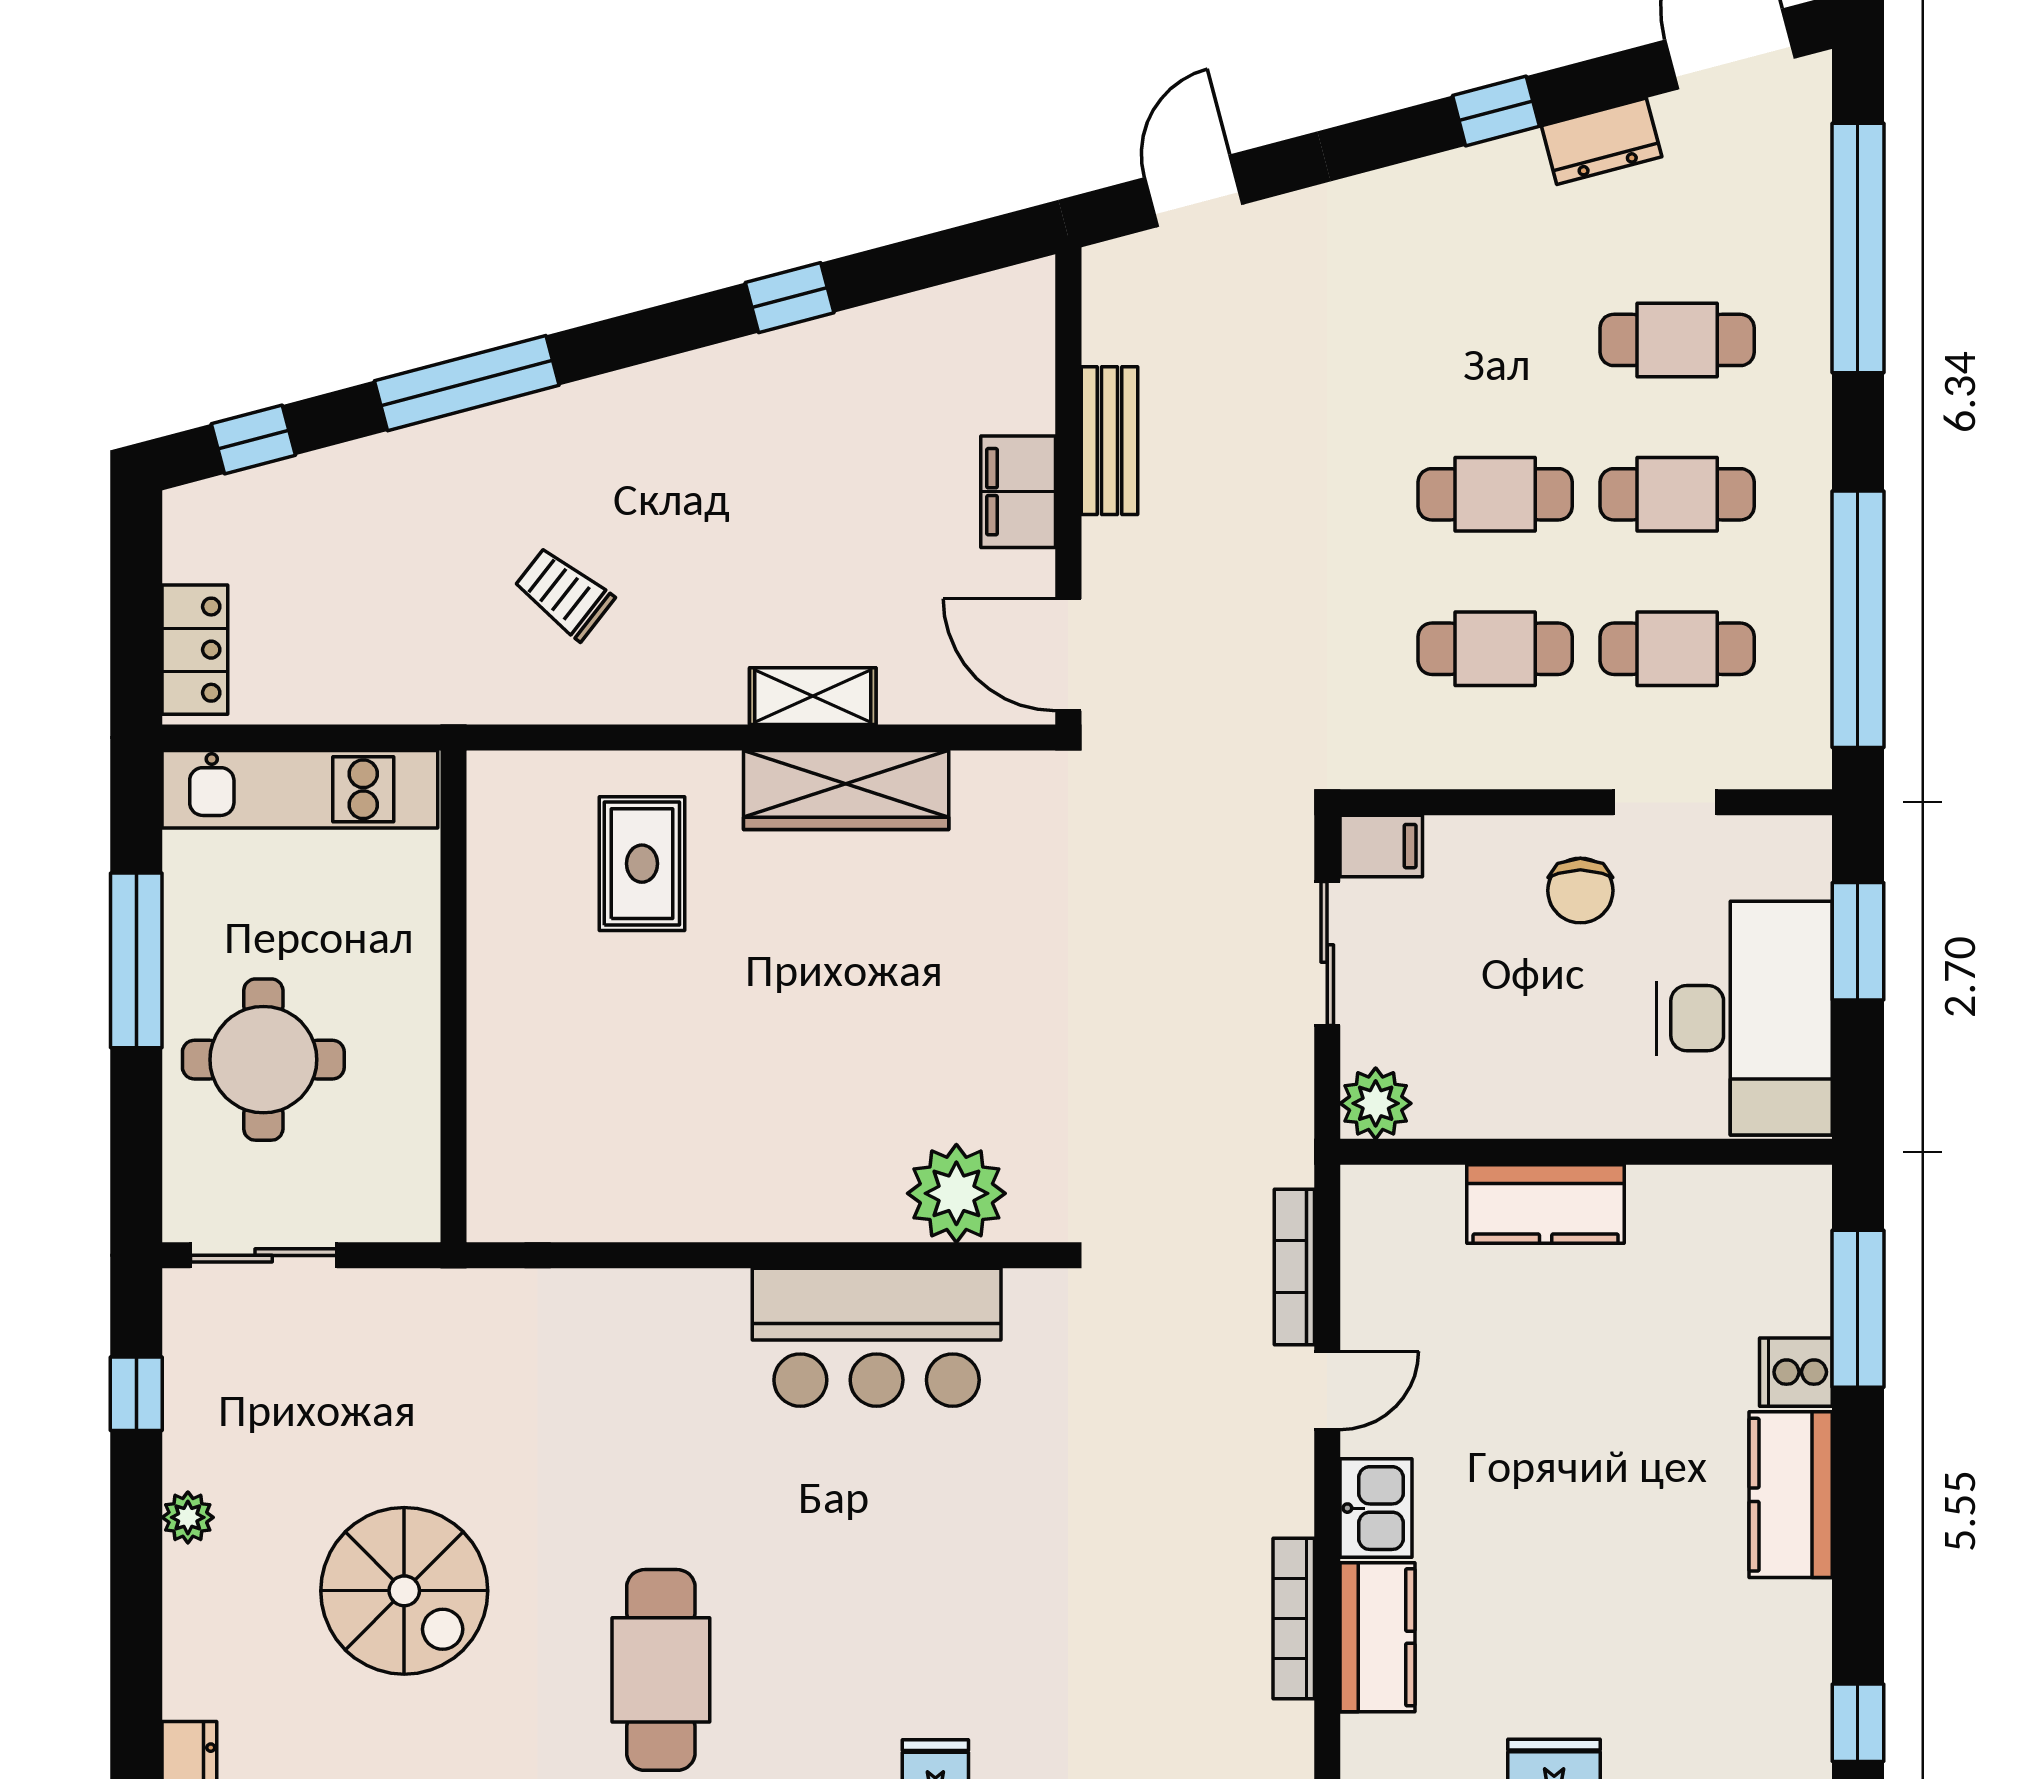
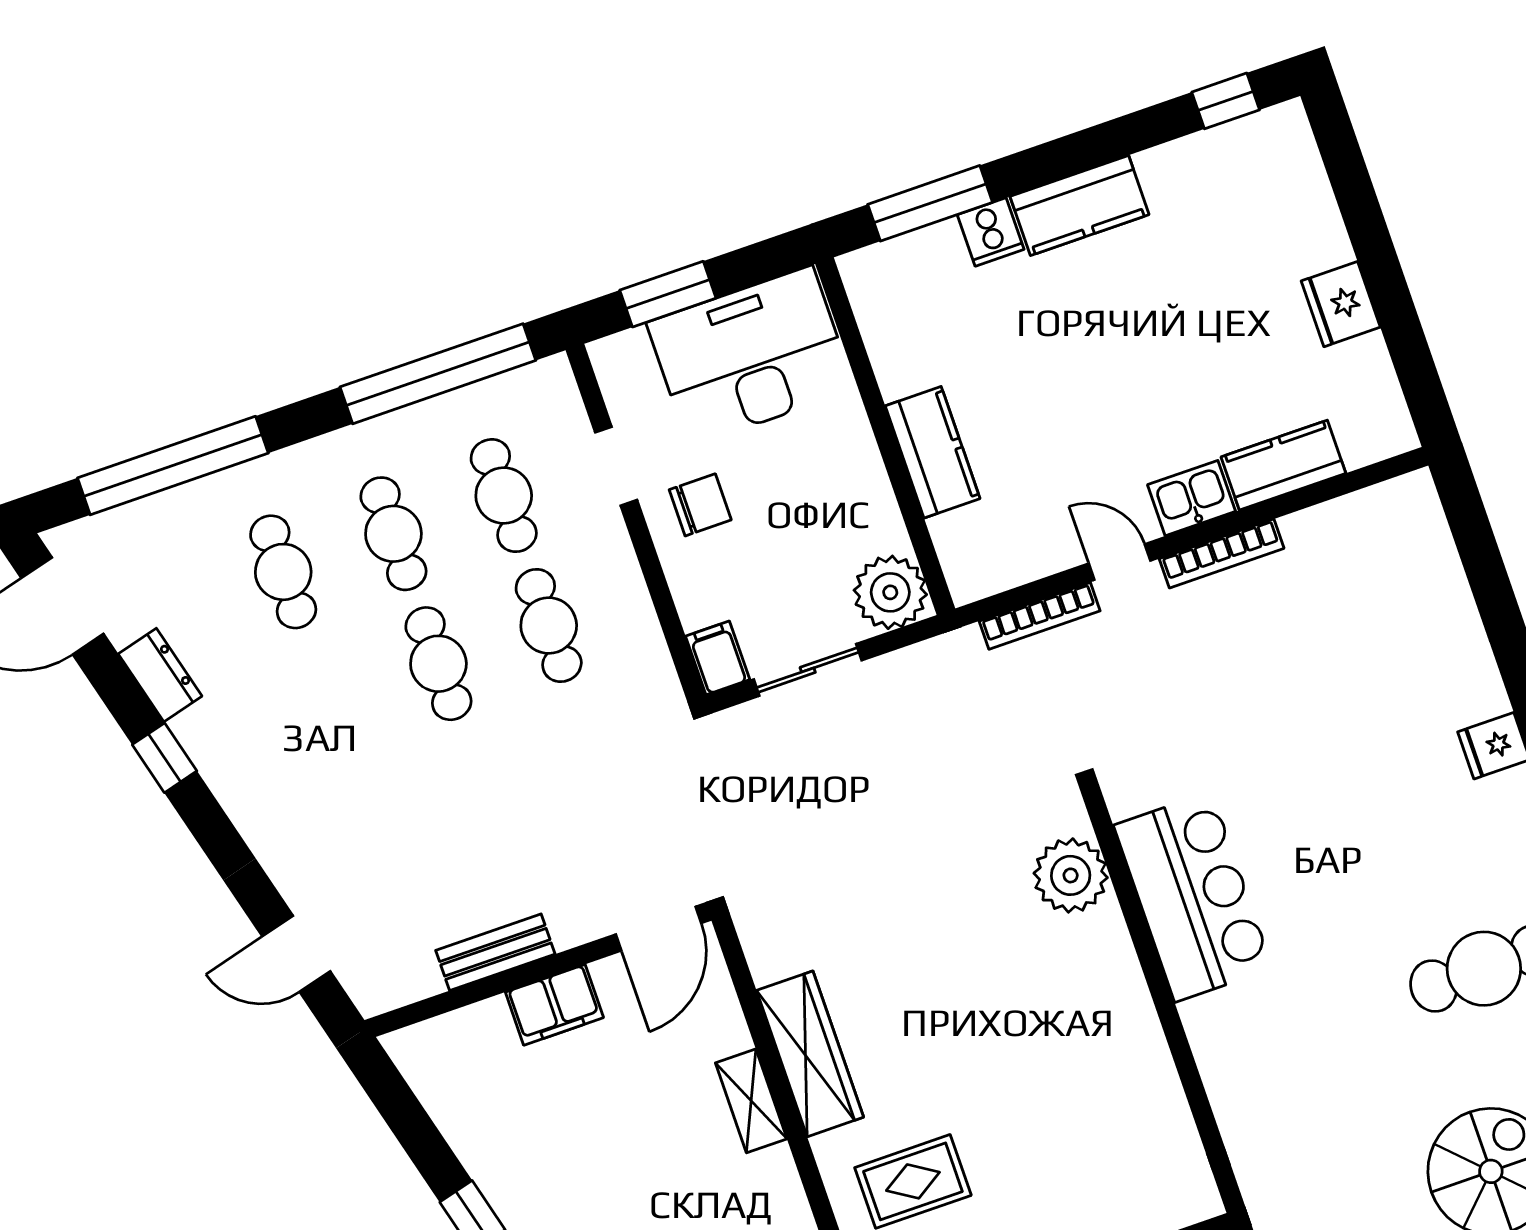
plant: (1376, 1103) -> (890, 592), width x1.36, depth x1.36
bookcase: (1294, 1619) -> (1222, 553), moved

